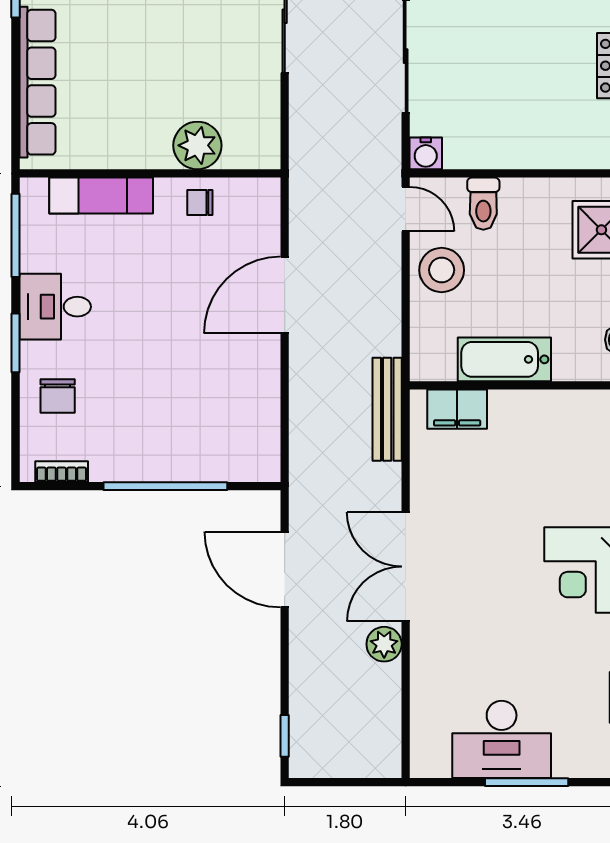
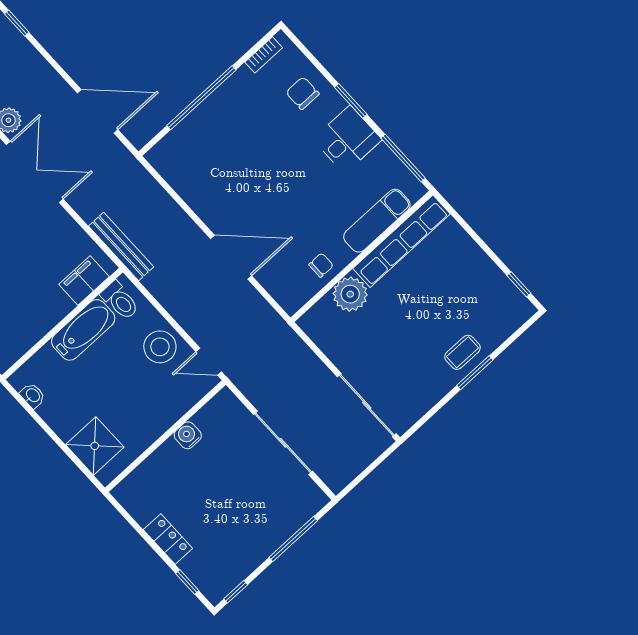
row of seats: (37, 82) -> (402, 241), moved, turned -90
water cooler: (426, 153) -> (188, 435), moved
toilet: (483, 204) -> (120, 300), moved, turned 180
door: (285, 295) -> (231, 257), hinge flipped

